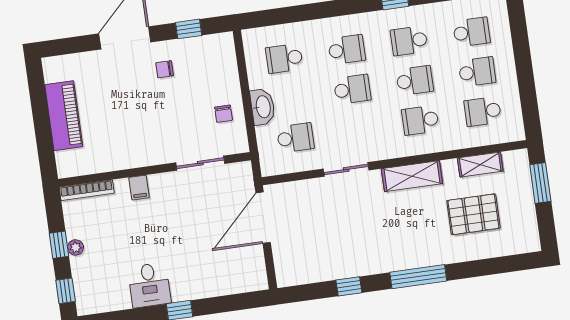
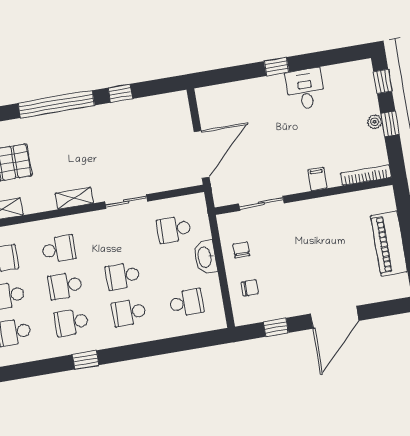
school desk: (409, 41) -> (71, 322), turned 180
chair: (165, 69) -> (250, 288), moved
shelving: (412, 176) -> (74, 198), width x0.67, depth x0.75
window: (418, 277) -> (56, 104), width x1.46

